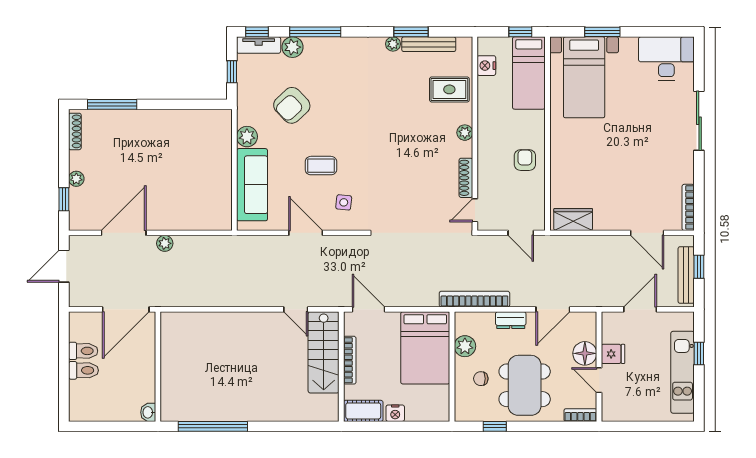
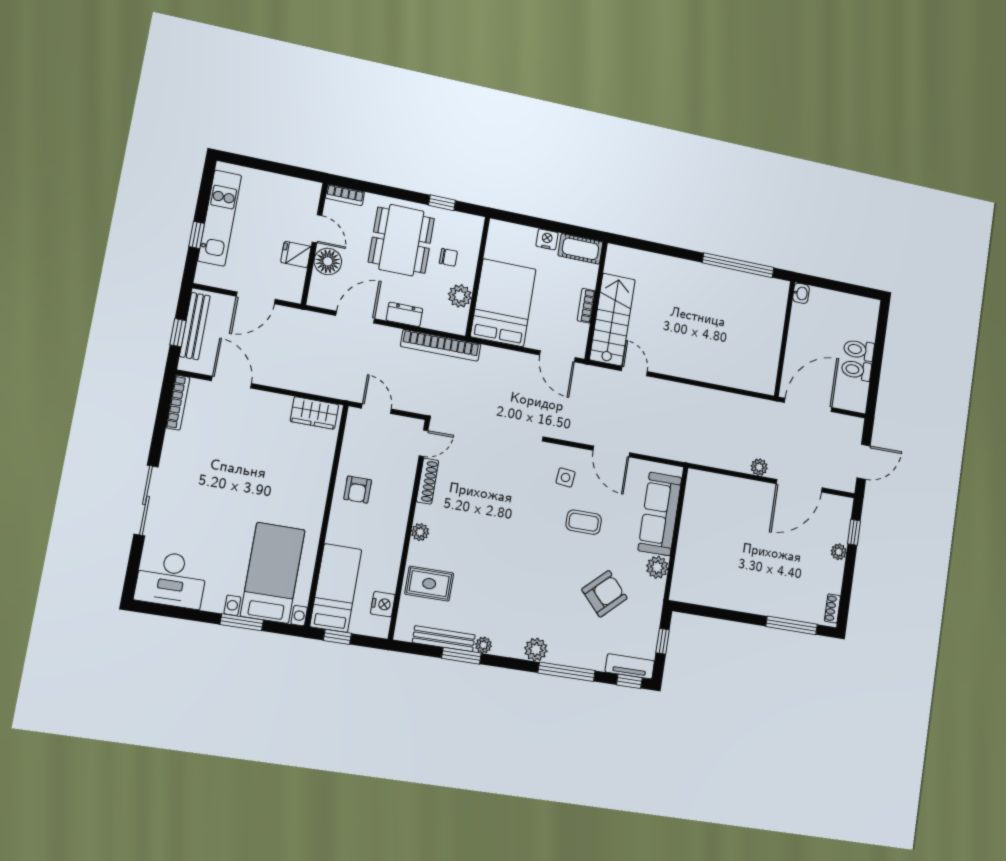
plant: (292, 47) -> (536, 649), moved
shoe rack: (75, 131) -> (832, 608), width x0.70
bookcase: (350, 360) -> (586, 306), width x0.64

